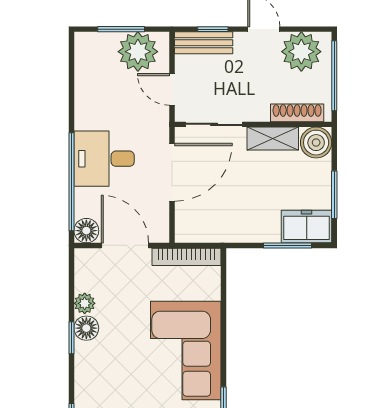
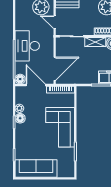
desk: (104, 159) -> (27, 46), width x1.37
door: (172, 172) -> (55, 69), moved

